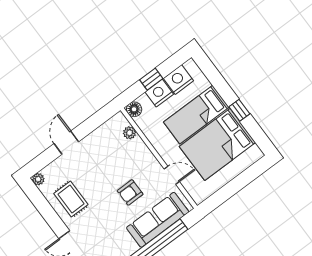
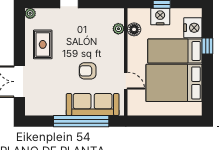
nightstand: (178, 80) -> (193, 28), moved, turned 90
floor lamp: (134, 109) -> (134, 29), moved
window: (239, 110) -> (207, 46), moved

